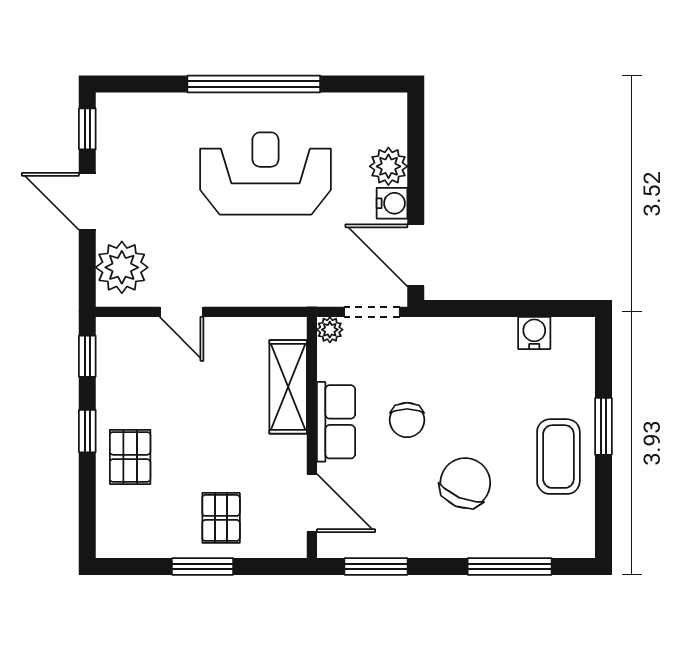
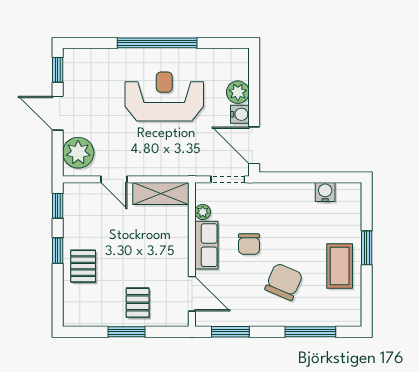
plant: (330, 330) -> (203, 212), moved
shelving: (288, 387) -> (161, 194), moved, turned 90

